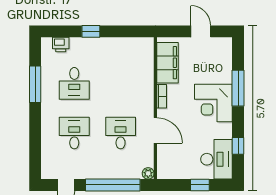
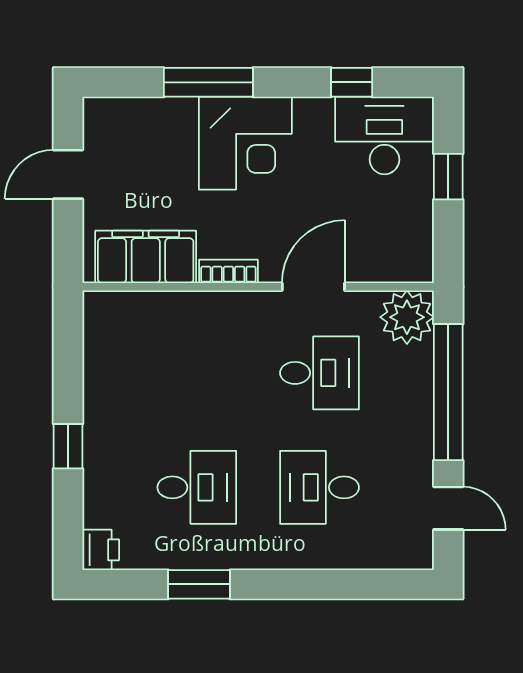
printer: (61, 45) -> (101, 550), moved
window: (35, 84) -> (199, 584), width x0.69
desk: (121, 133) -> (319, 373), turned 180
plant: (148, 173) -> (407, 317), width x1.88, depth x1.88

